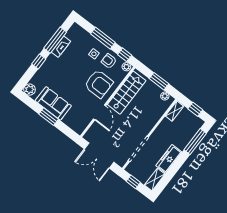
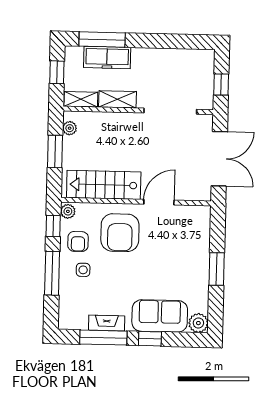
armchair: (99, 84) -> (120, 233), turned 180
sofa: (53, 103) -> (160, 316), moved, turned 90
freezer: (169, 159) -> (107, 57), moved
shelving: (155, 180) -> (117, 99), moved

